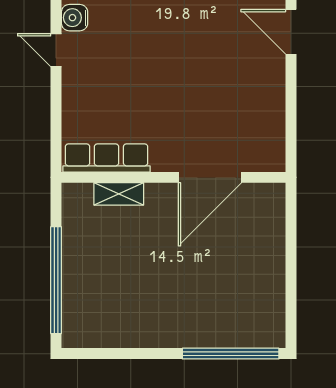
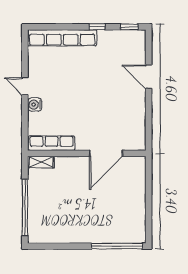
water cooler: (75, 18) -> (35, 105), moved
shelving: (119, 194) -> (41, 162), moved

